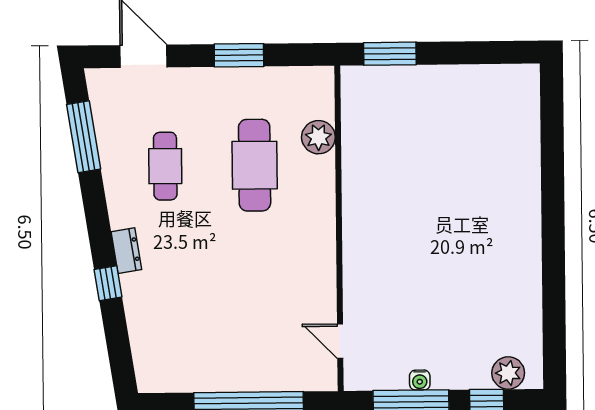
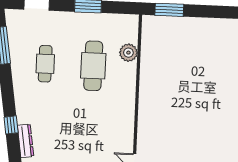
dresser: (126, 251) -> (26, 141), moved, width x1.44

